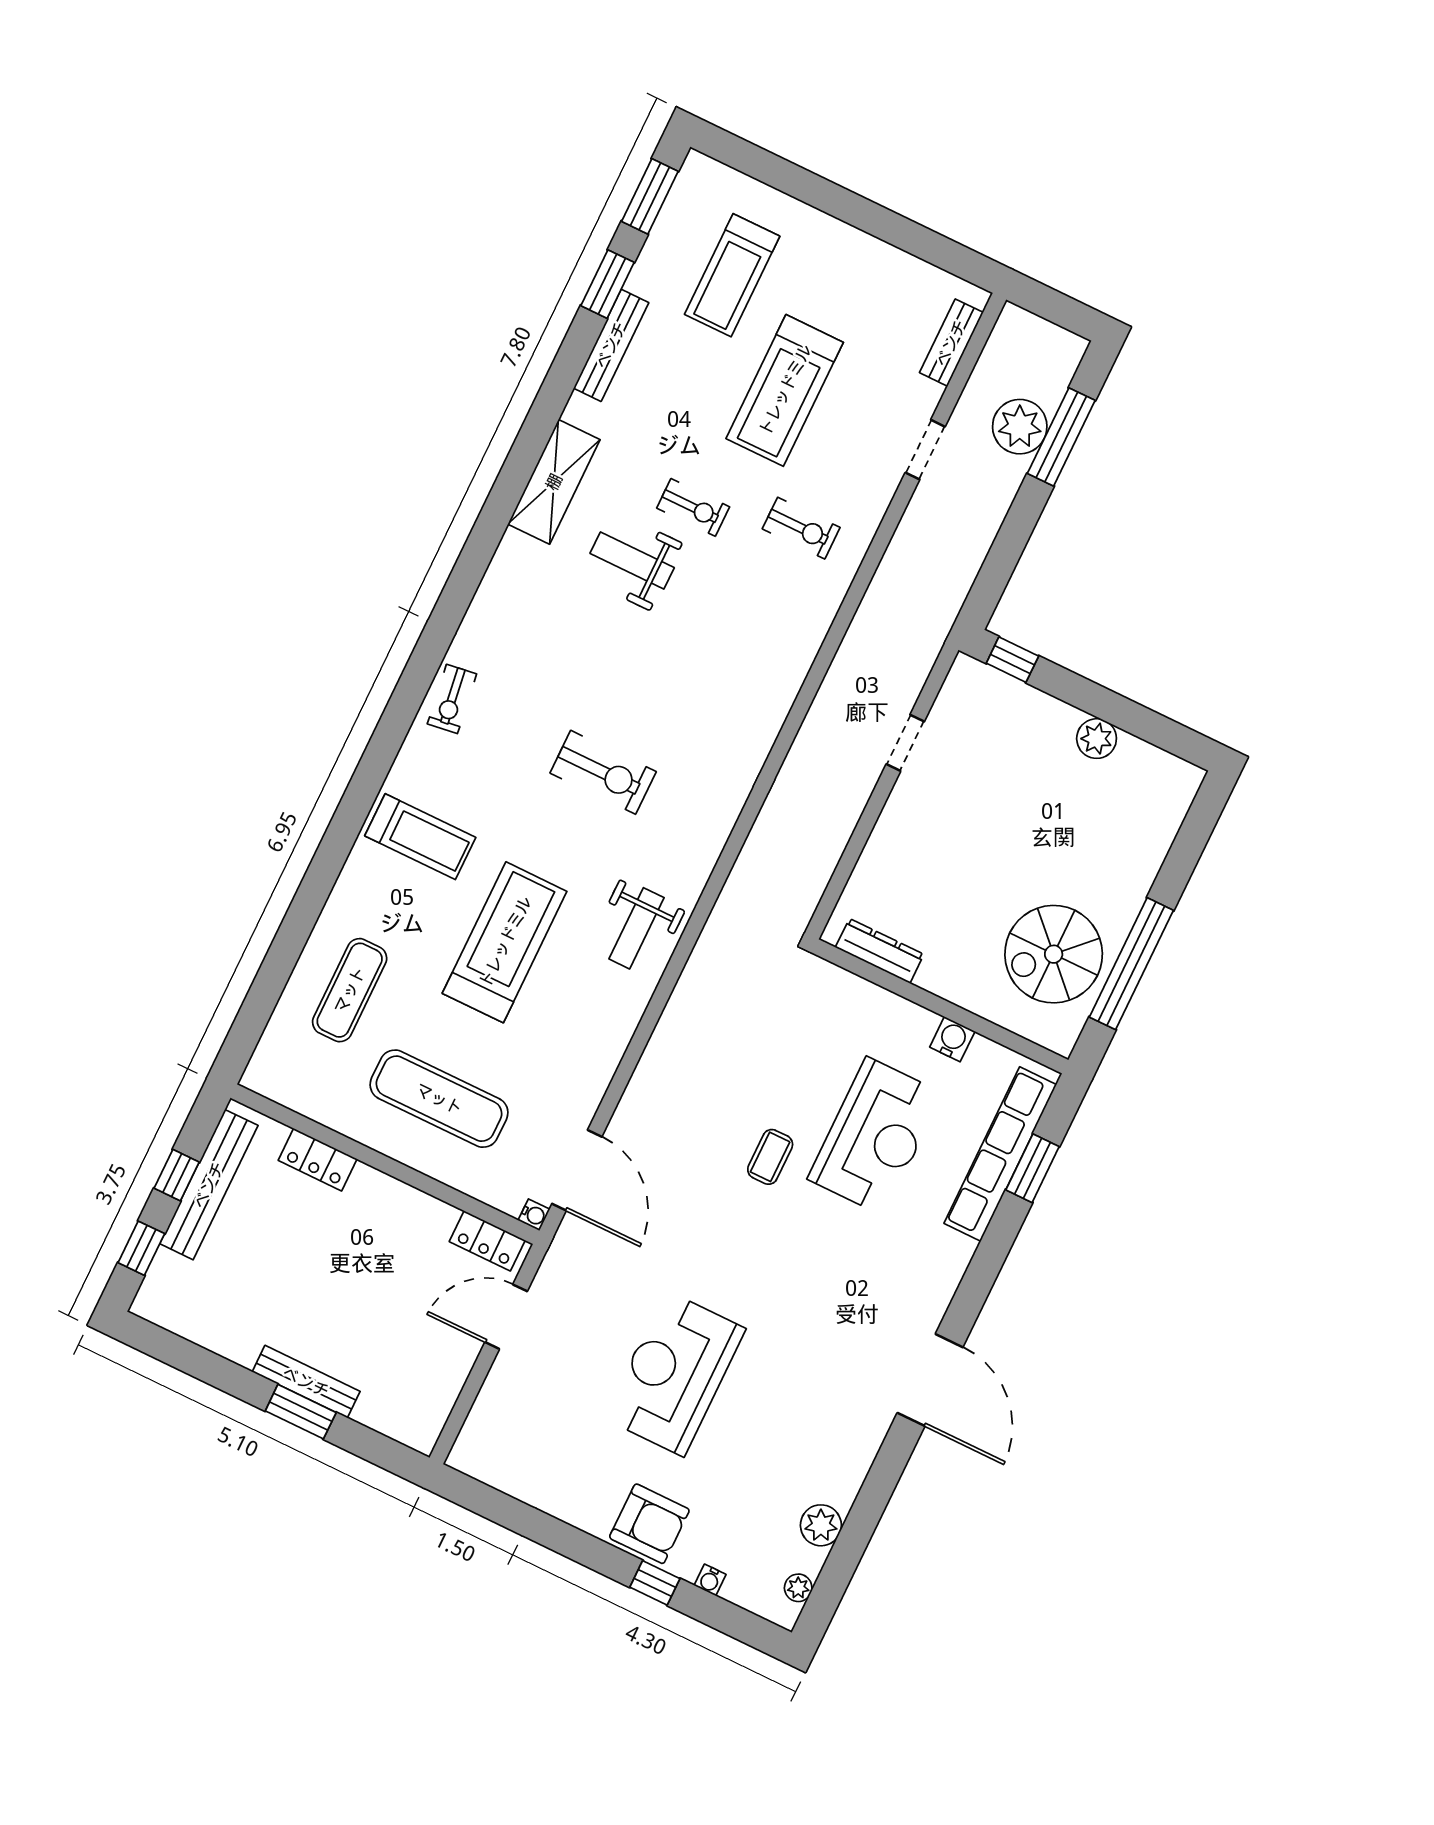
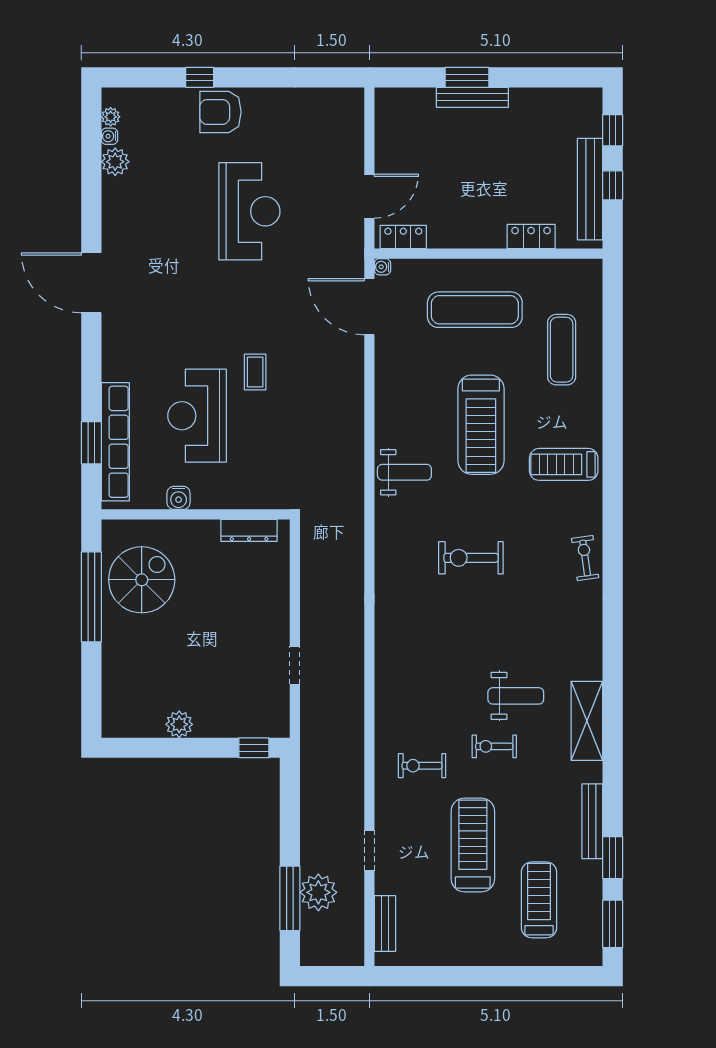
weight bench: (636, 928) -> (404, 472), turned 90
water cooler: (710, 1580) -> (109, 136), moved, turned -90

